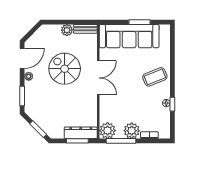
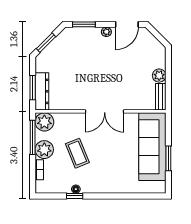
door: (22, 58) -> (127, 24), hinge flipped
spiral stairs: (65, 69) -> (115, 73), removed
coffee table: (155, 77) -> (77, 153), moved

